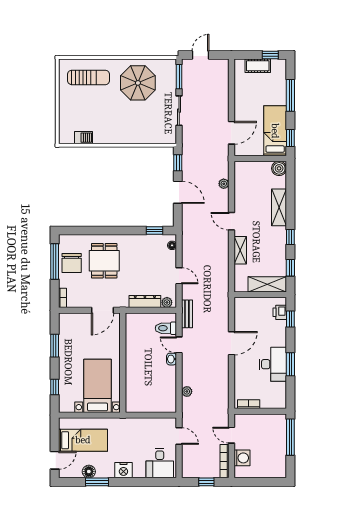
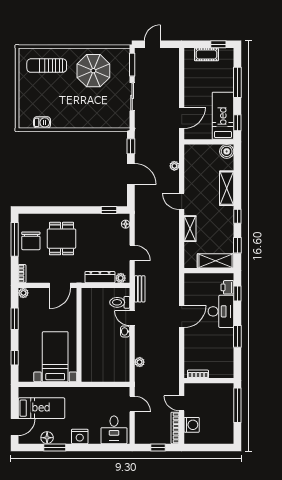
sun lounger: (89, 77) -> (47, 66), turned 180
plant: (64, 318) -> (23, 293), added
desk: (273, 364) -> (221, 311), moved

